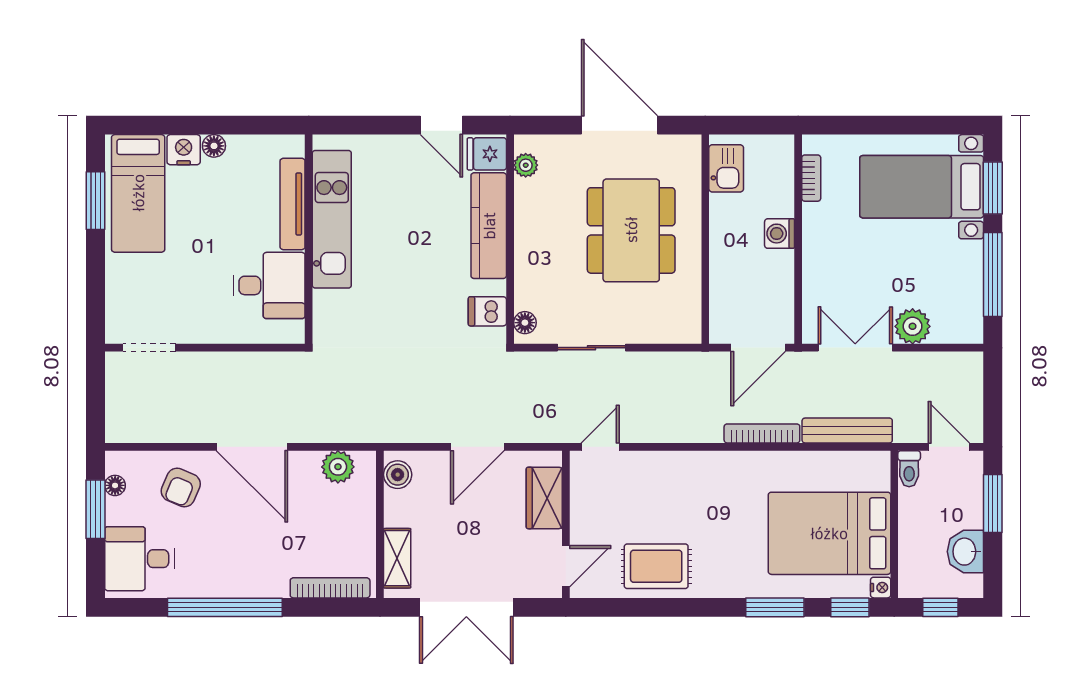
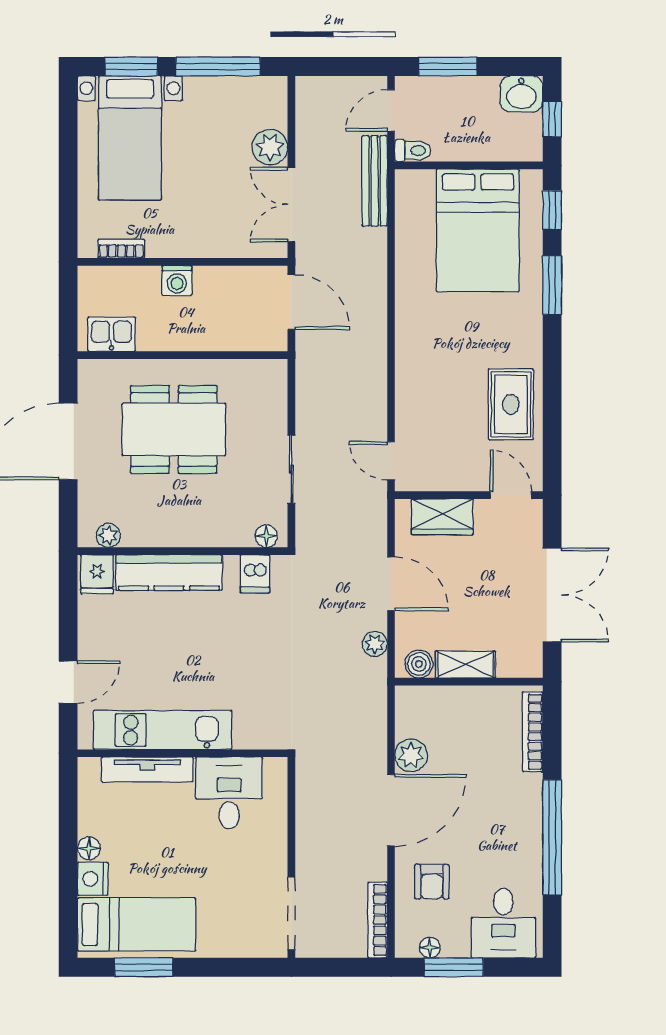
door: (441, 125) -> (68, 682), moved
doorway: (149, 348) -> (291, 913), width x1.38
bench: (847, 430) -> (375, 181), moved
plant: (418, 431) -> (375, 644), added
bookcase: (762, 433) -> (378, 920), moved
plant: (338, 467) -> (411, 755), moved
armchair: (181, 487) -> (432, 882), turned 67
washbasin: (965, 552) -> (521, 94), moved
shelving: (397, 558) -> (465, 664), moved
nightstand: (881, 588) -> (532, 179), removed

